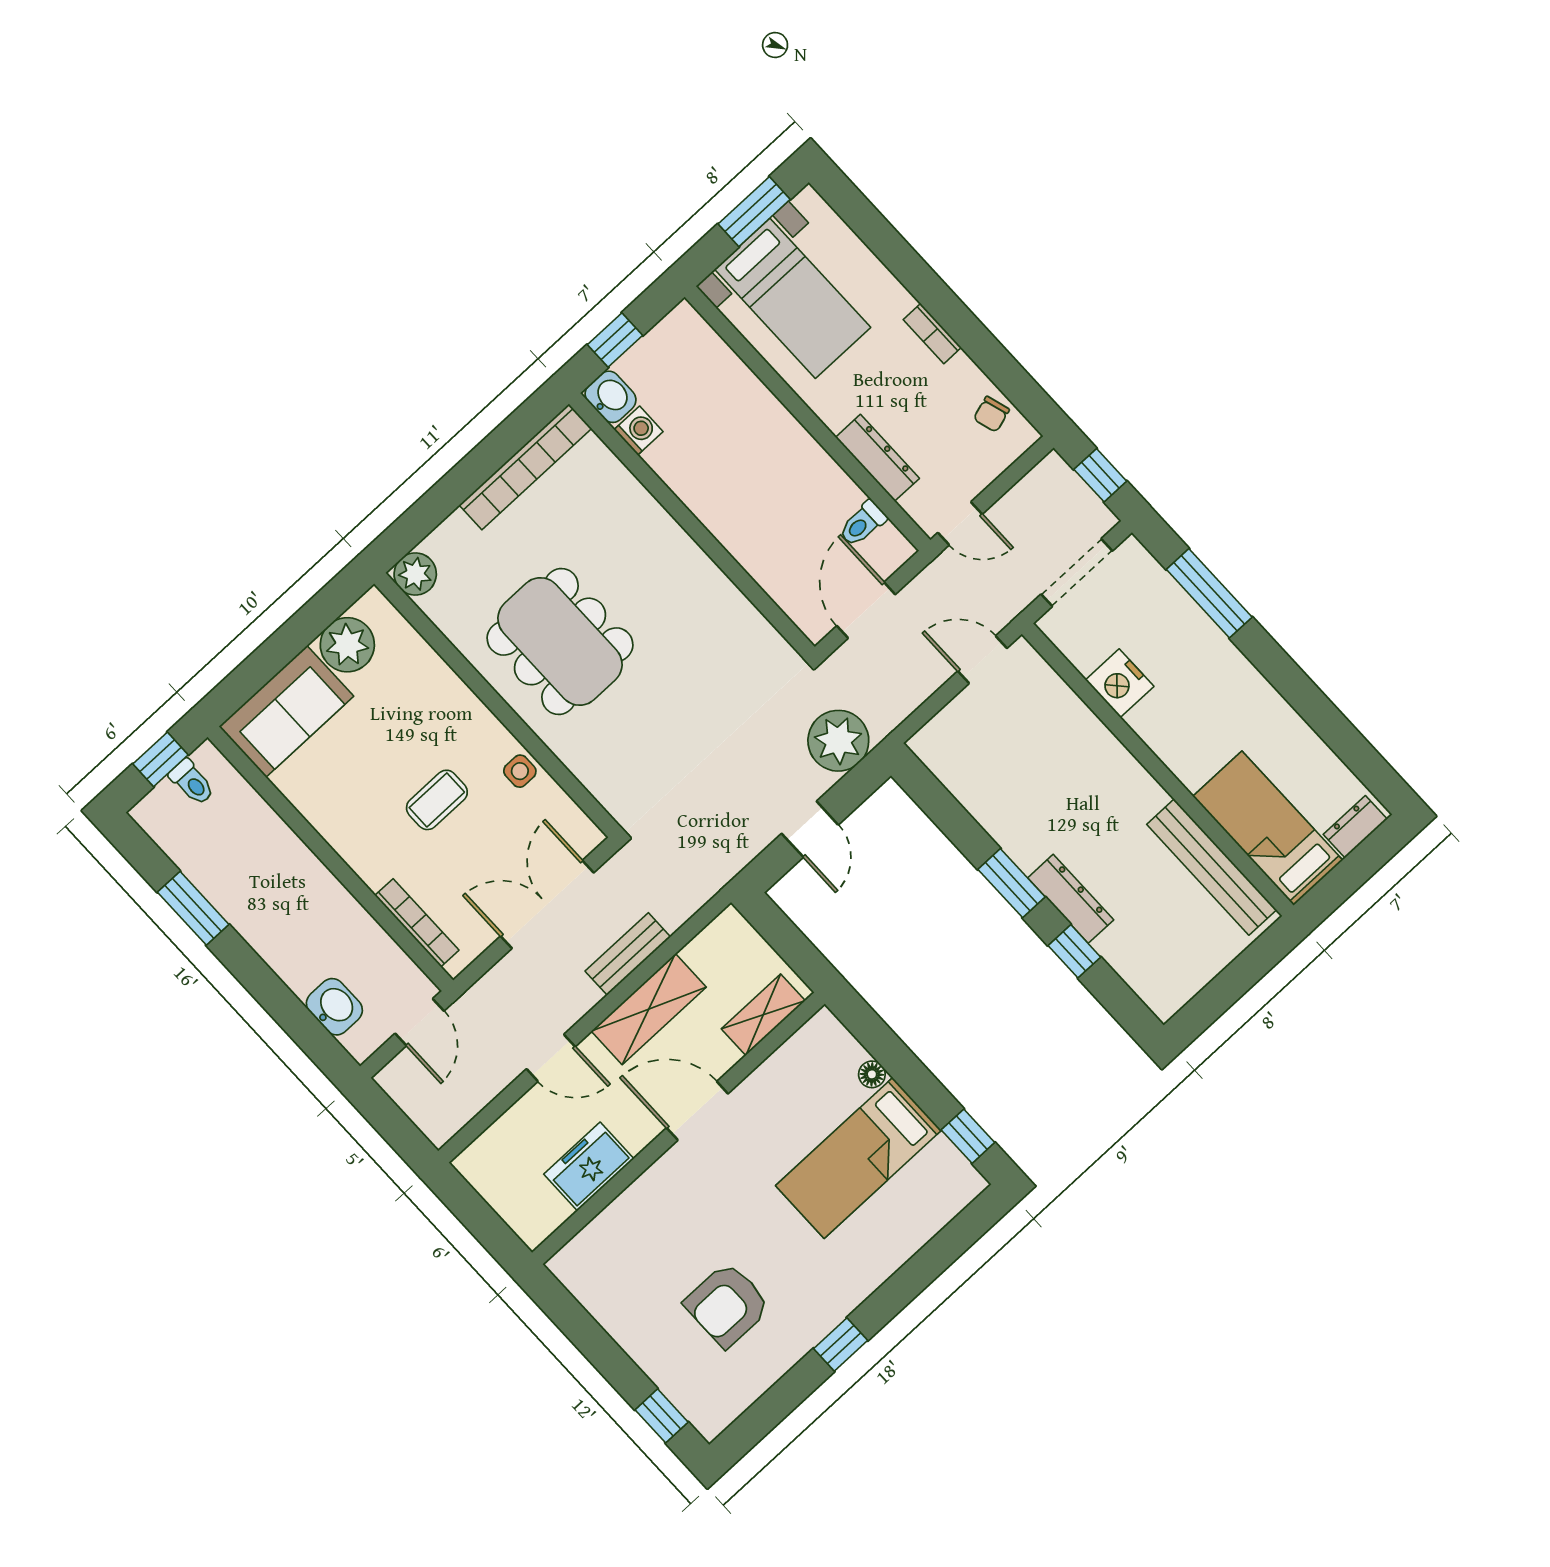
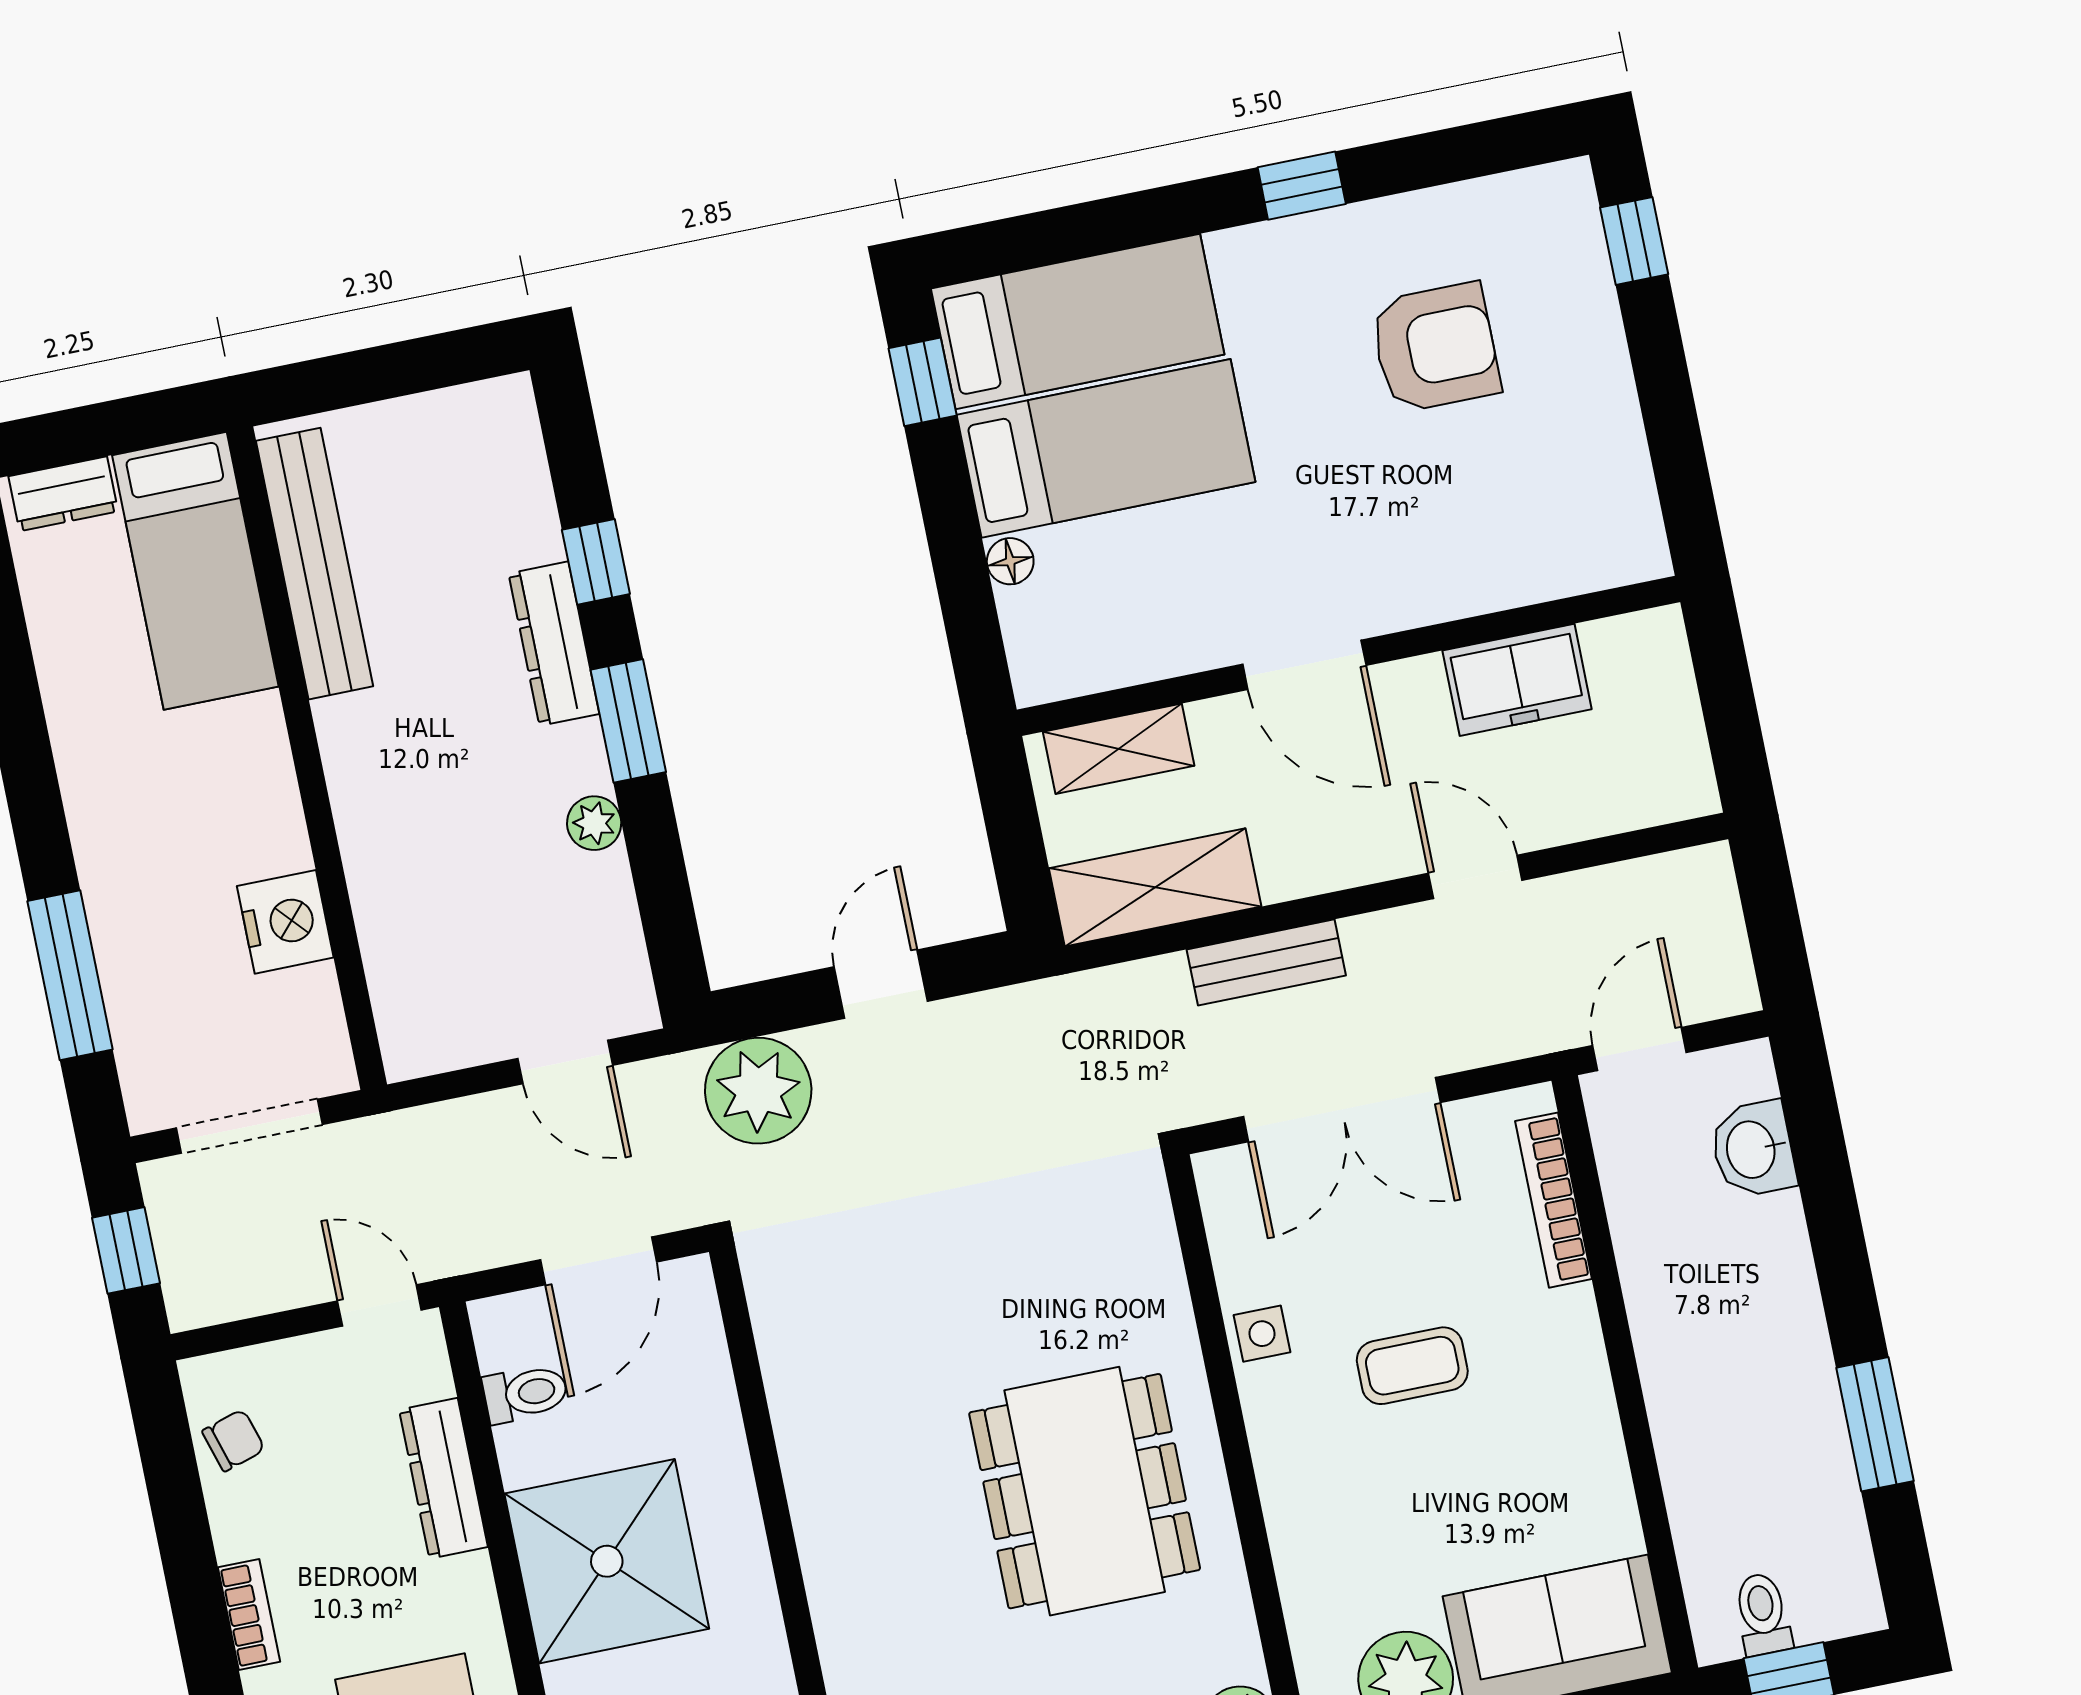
shower: (773, 466) -> (607, 1561), added
door: (982, 660) -> (565, 1062), moved
plant: (998, 823) -> (594, 823), added
shelving: (649, 1009) -> (1155, 887), moved
bed: (910, 1212) -> (1078, 322), added

